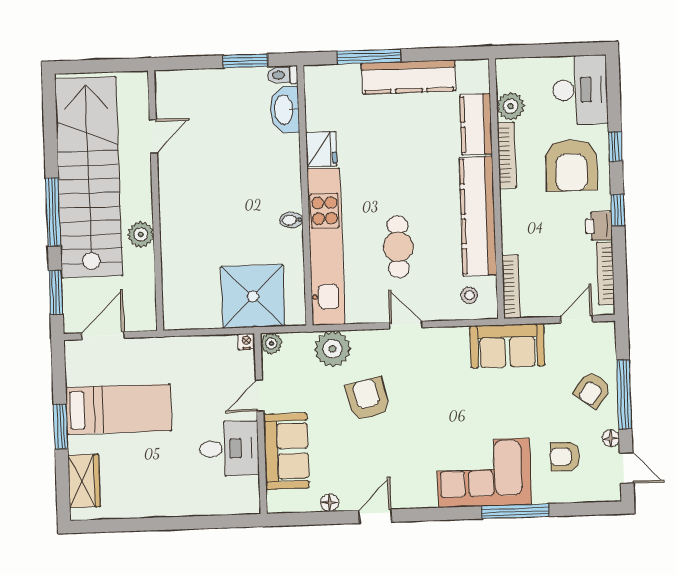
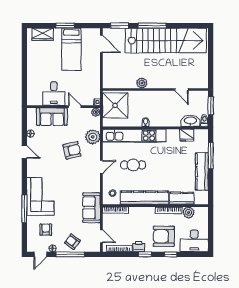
door: (153, 136) -> (181, 89), moved
fridge: (321, 149) -> (187, 135), moved
wall: (156, 201) -> (155, 89), moved
plant: (141, 234) -> (142, 83), moved

